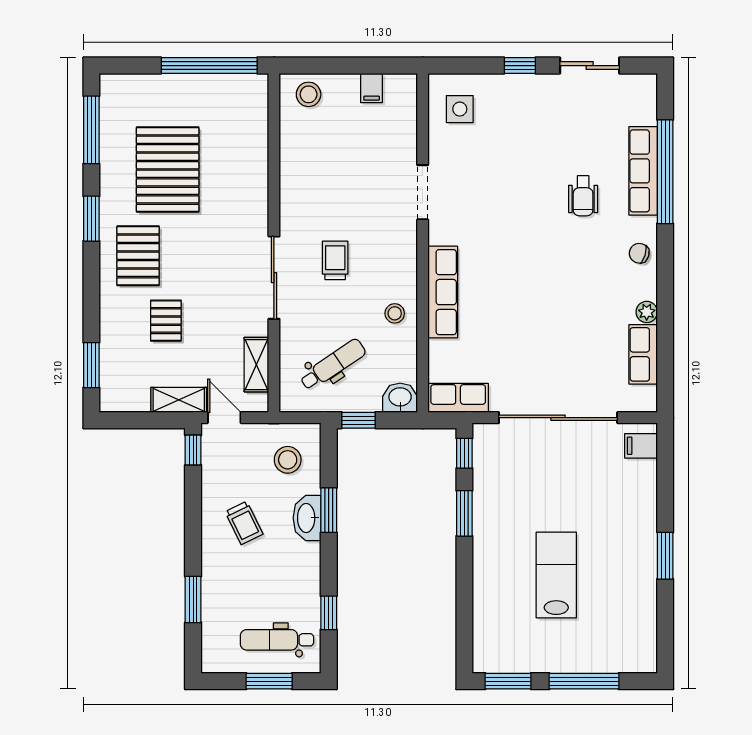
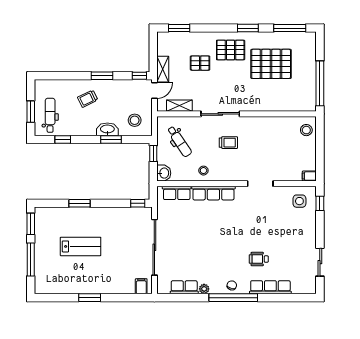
window: (520, 66) -> (320, 203), moved
filing cabinet: (372, 88) -> (309, 176), moved
window: (665, 172) -> (233, 298), moved
row of seats: (458, 398) -> (177, 193), moved, turned 90
window: (464, 513) -> (80, 203), moved
trolley: (244, 523) -> (88, 99), moved
window: (193, 600) -> (102, 76), moved

